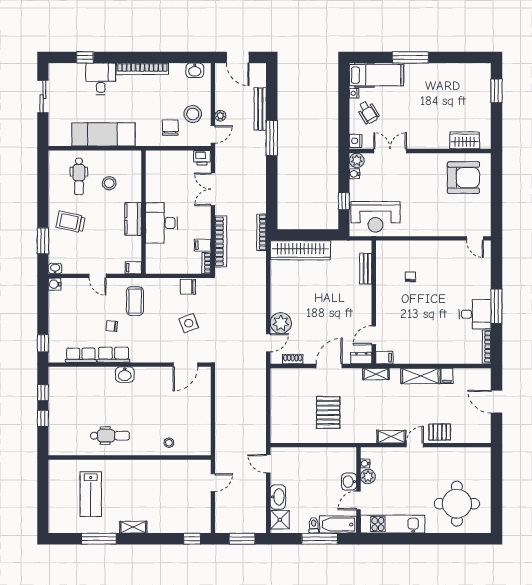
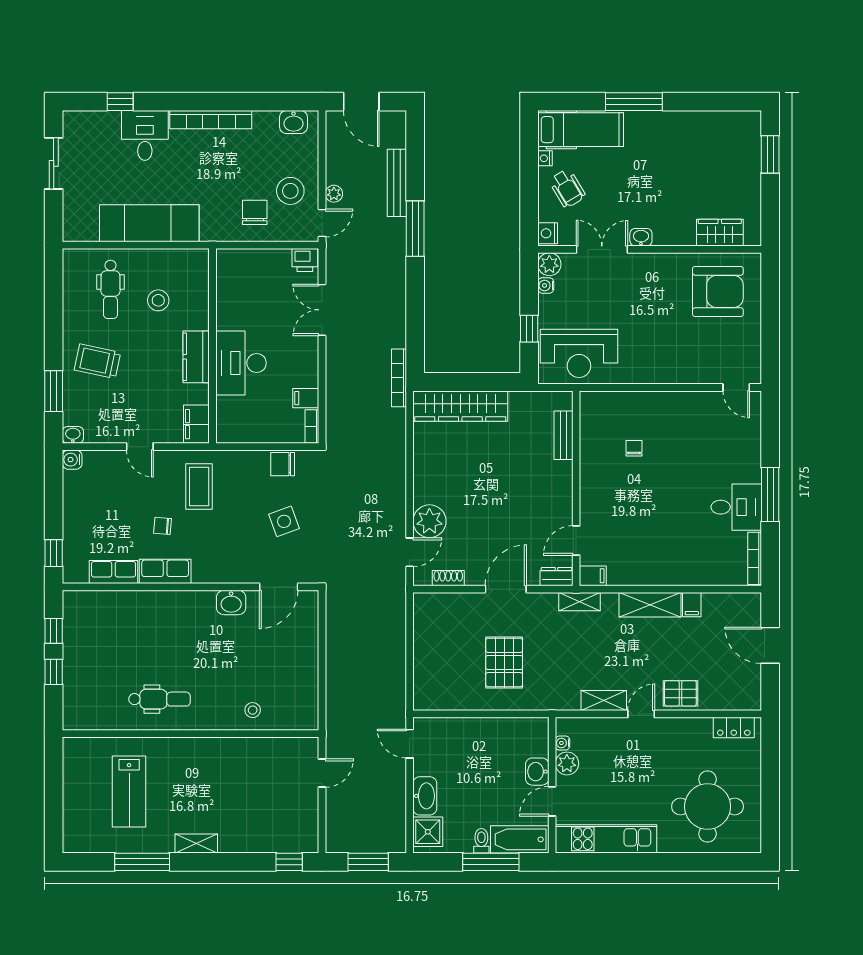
washbasin: (415, 143) -> (641, 237), added
bookcase: (221, 241) -> (335, 392), removed
filing cabinet: (133, 268) -> (196, 424), width x2.00
washbasin: (125, 375) -> (231, 602), moved
locker: (473, 454) -> (734, 727), added

